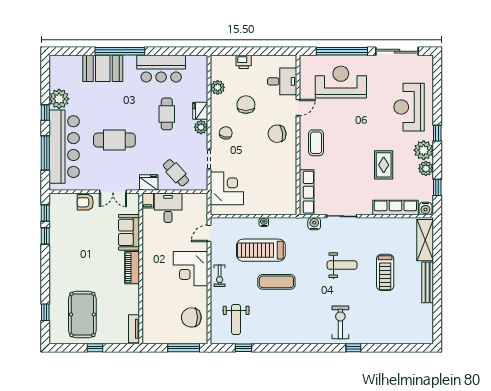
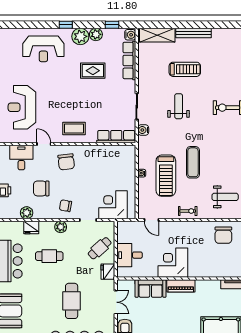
fridge: (200, 111) -> (31, 227), moved
filing cabinet: (148, 200) -> (123, 273), removed
corner desk: (191, 269) -> (173, 263), moved, turned 180

